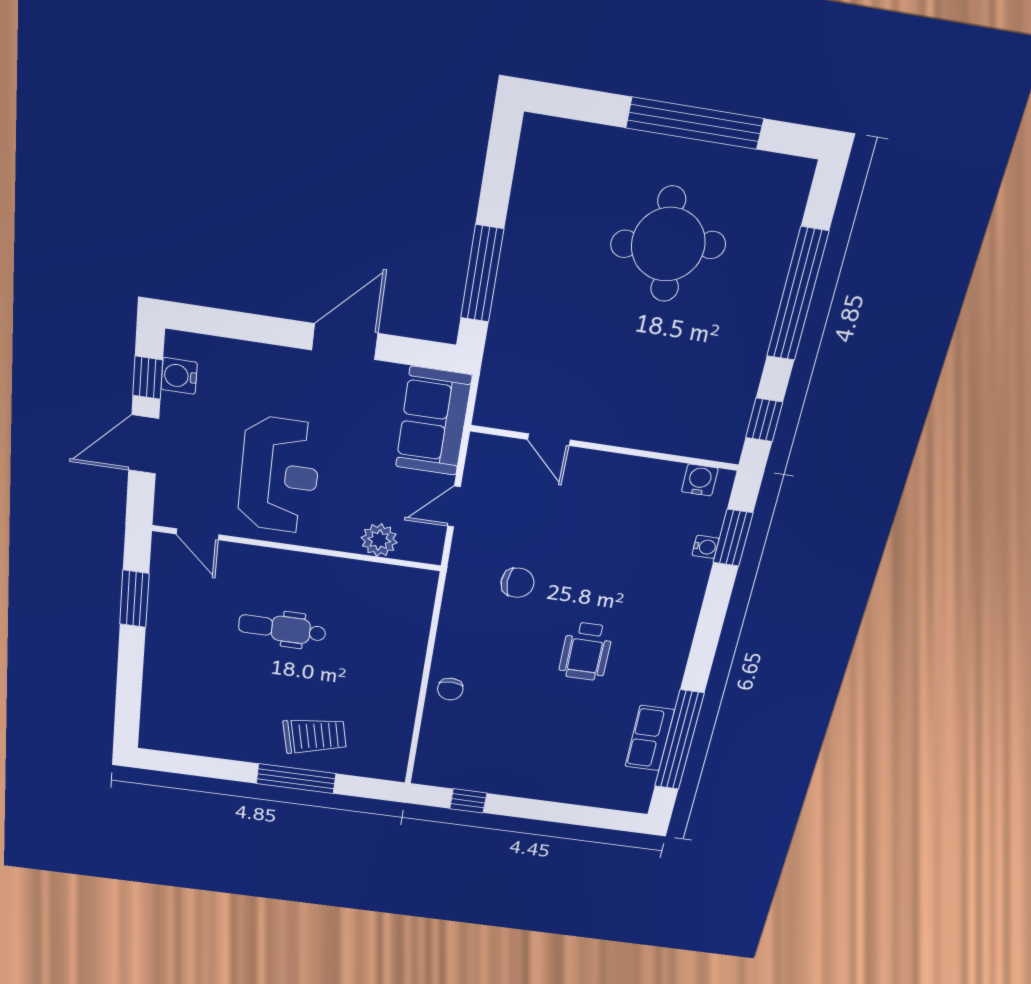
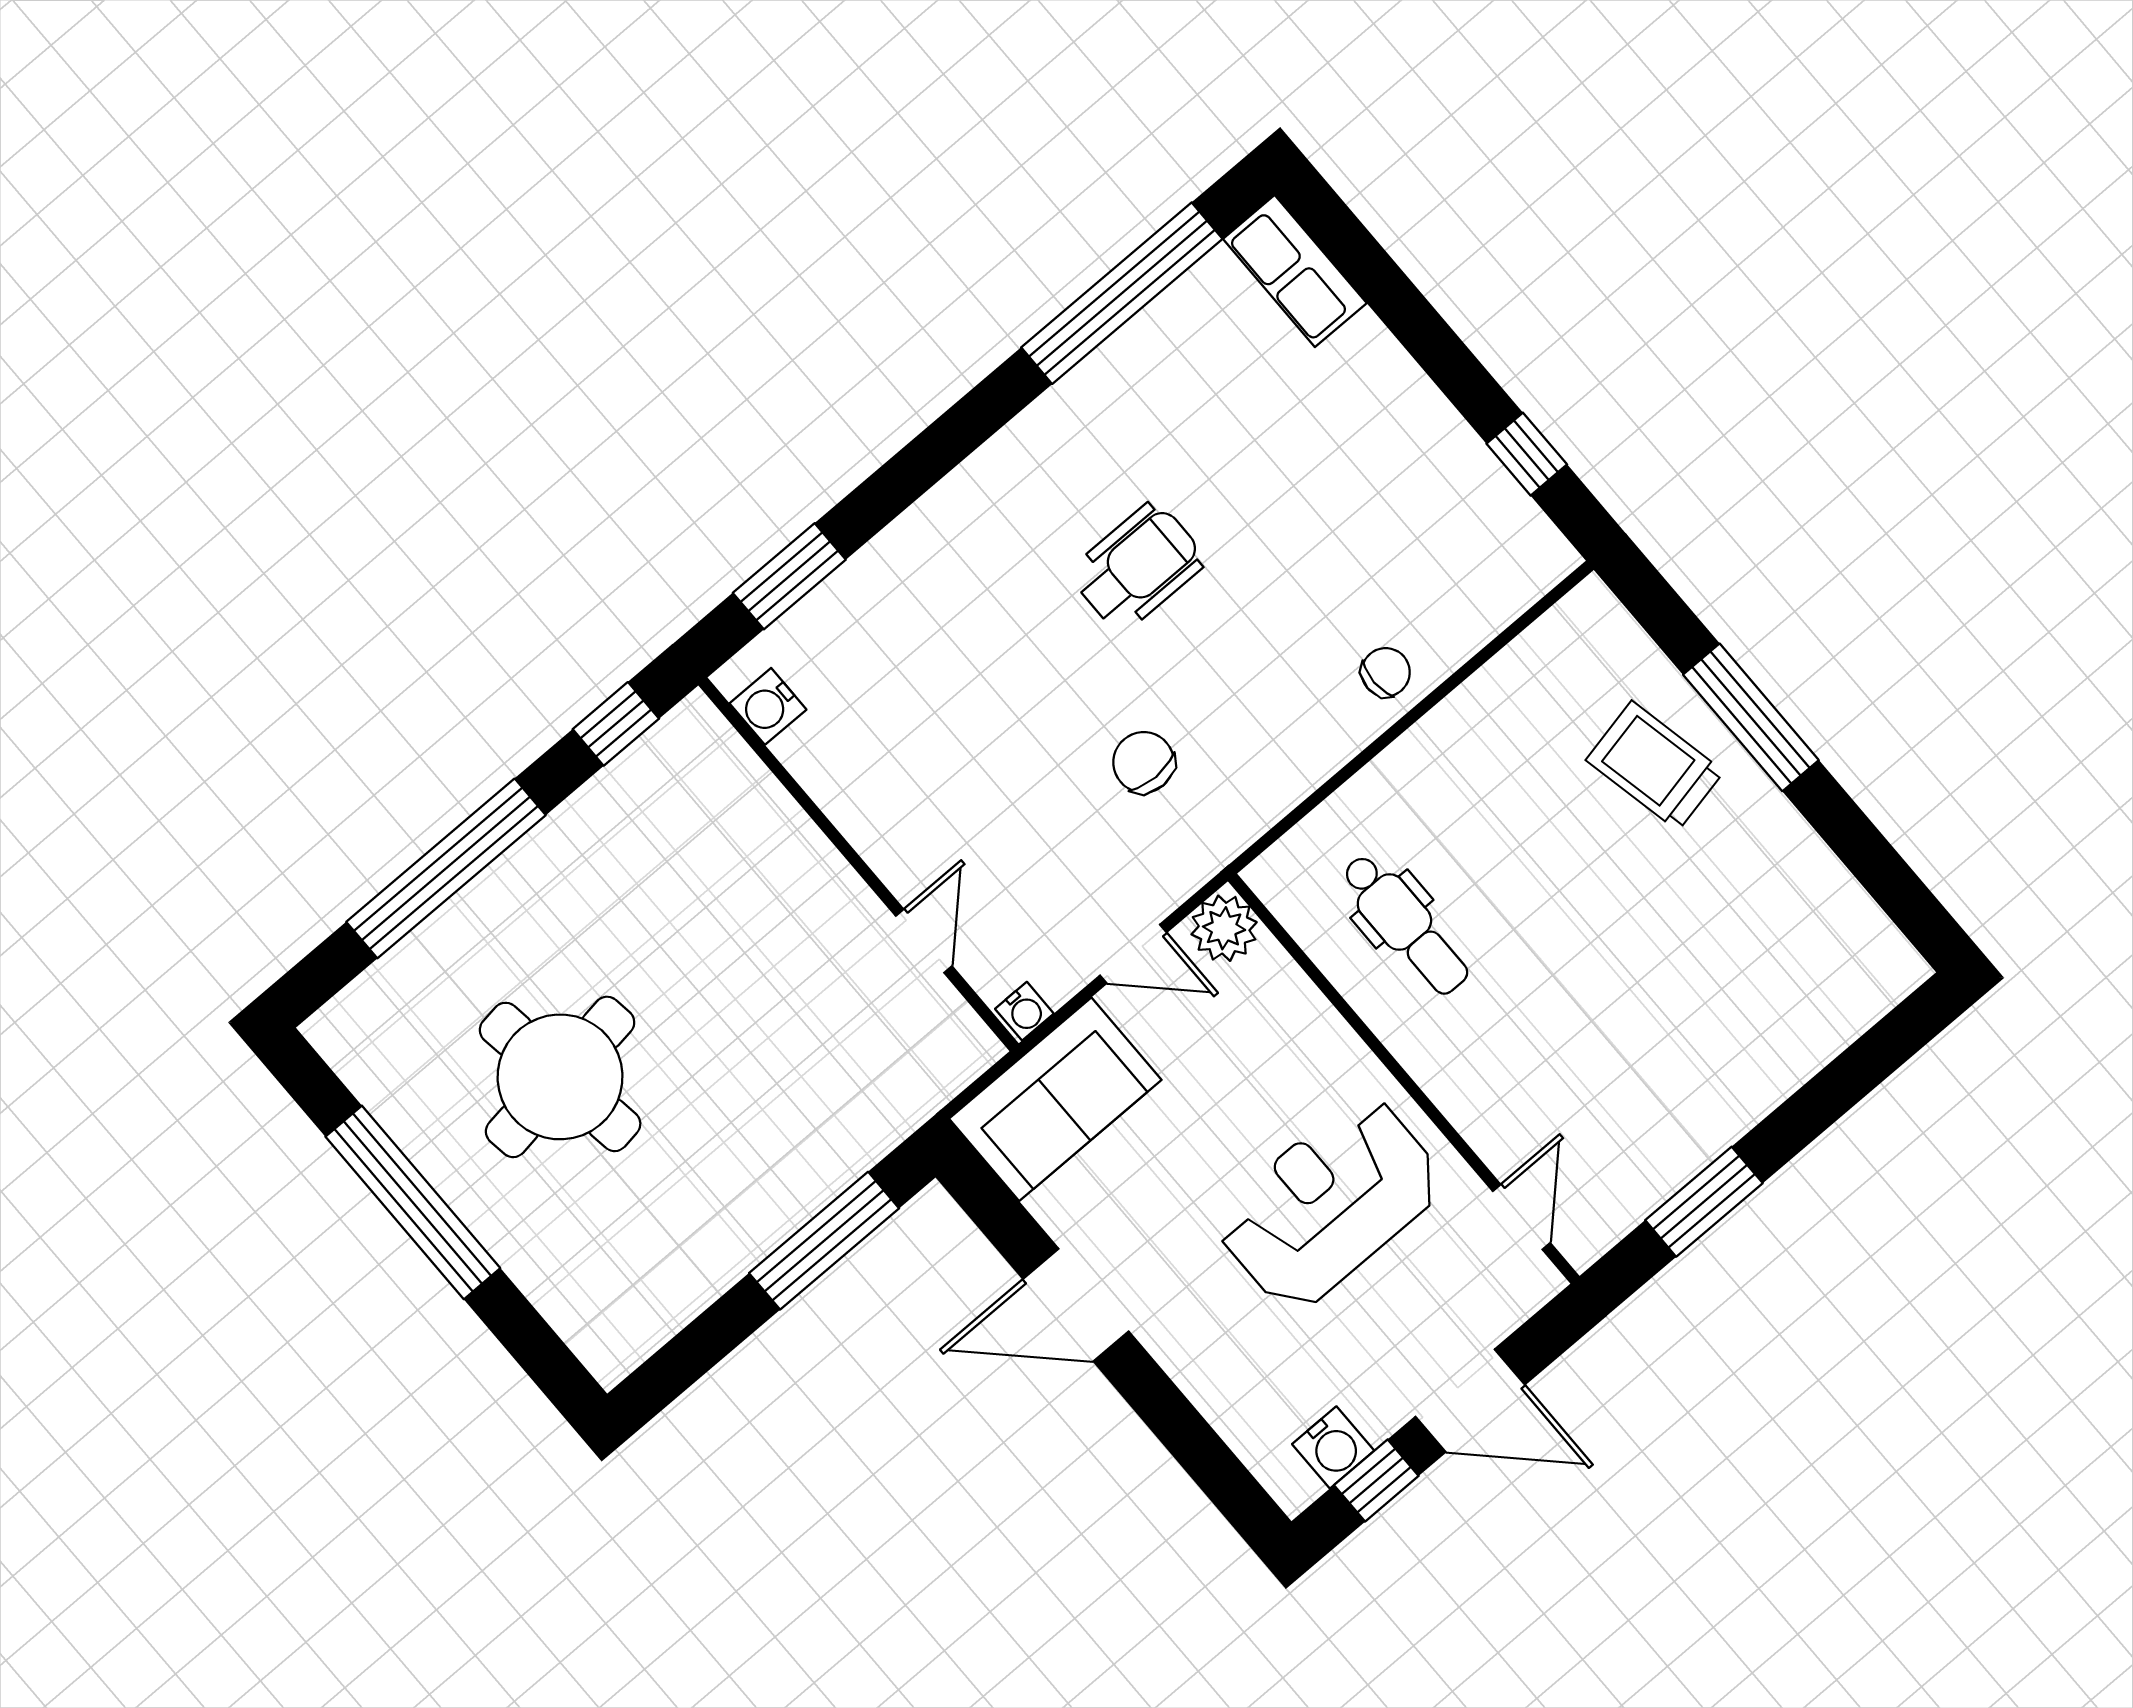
plant: (379, 540) -> (1224, 928), moved
water cooler: (706, 547) -> (1024, 1011), moved, turned 180
dental chair: (282, 629) -> (1405, 924), moved
row of seats: (650, 738) -> (1295, 271), moved, turned 90

